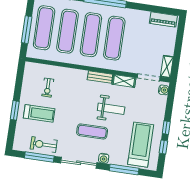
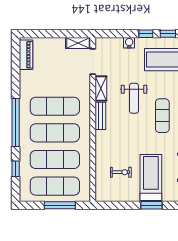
water cooler: (164, 90) -> (129, 43), moved
weight bench: (111, 109) -> (134, 98), turned 180
treadmill: (39, 113) -> (151, 177), width x1.37, depth x1.38

